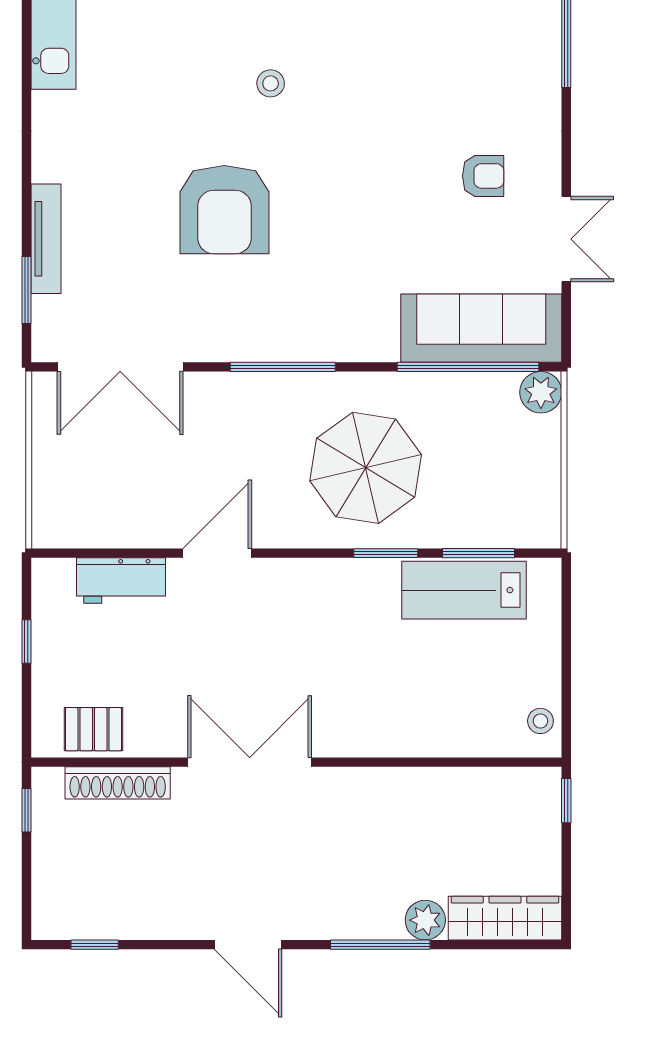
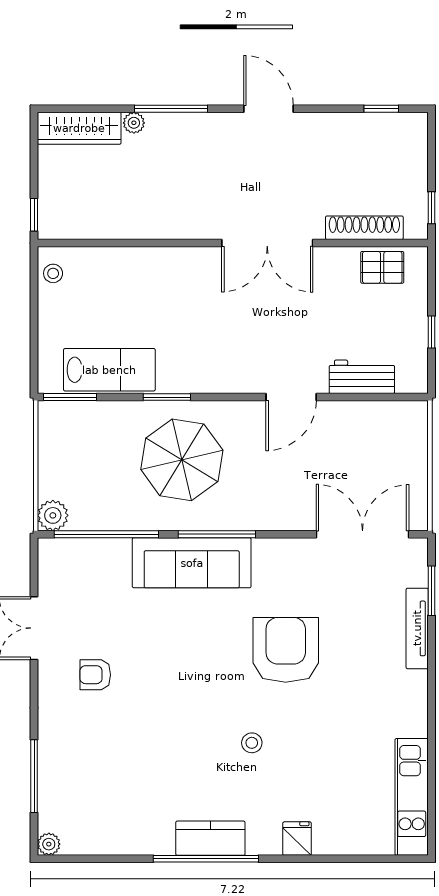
sofa: (481, 328) -> (192, 563), moved
window: (283, 367) -> (217, 534), moved
window: (478, 553) -> (70, 397), moved
plant: (425, 920) -> (134, 123), width x0.73, depth x0.73

